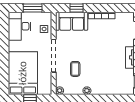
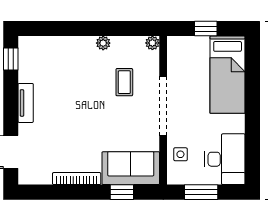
bed: (23, 73) -> (228, 75), width x0.67

